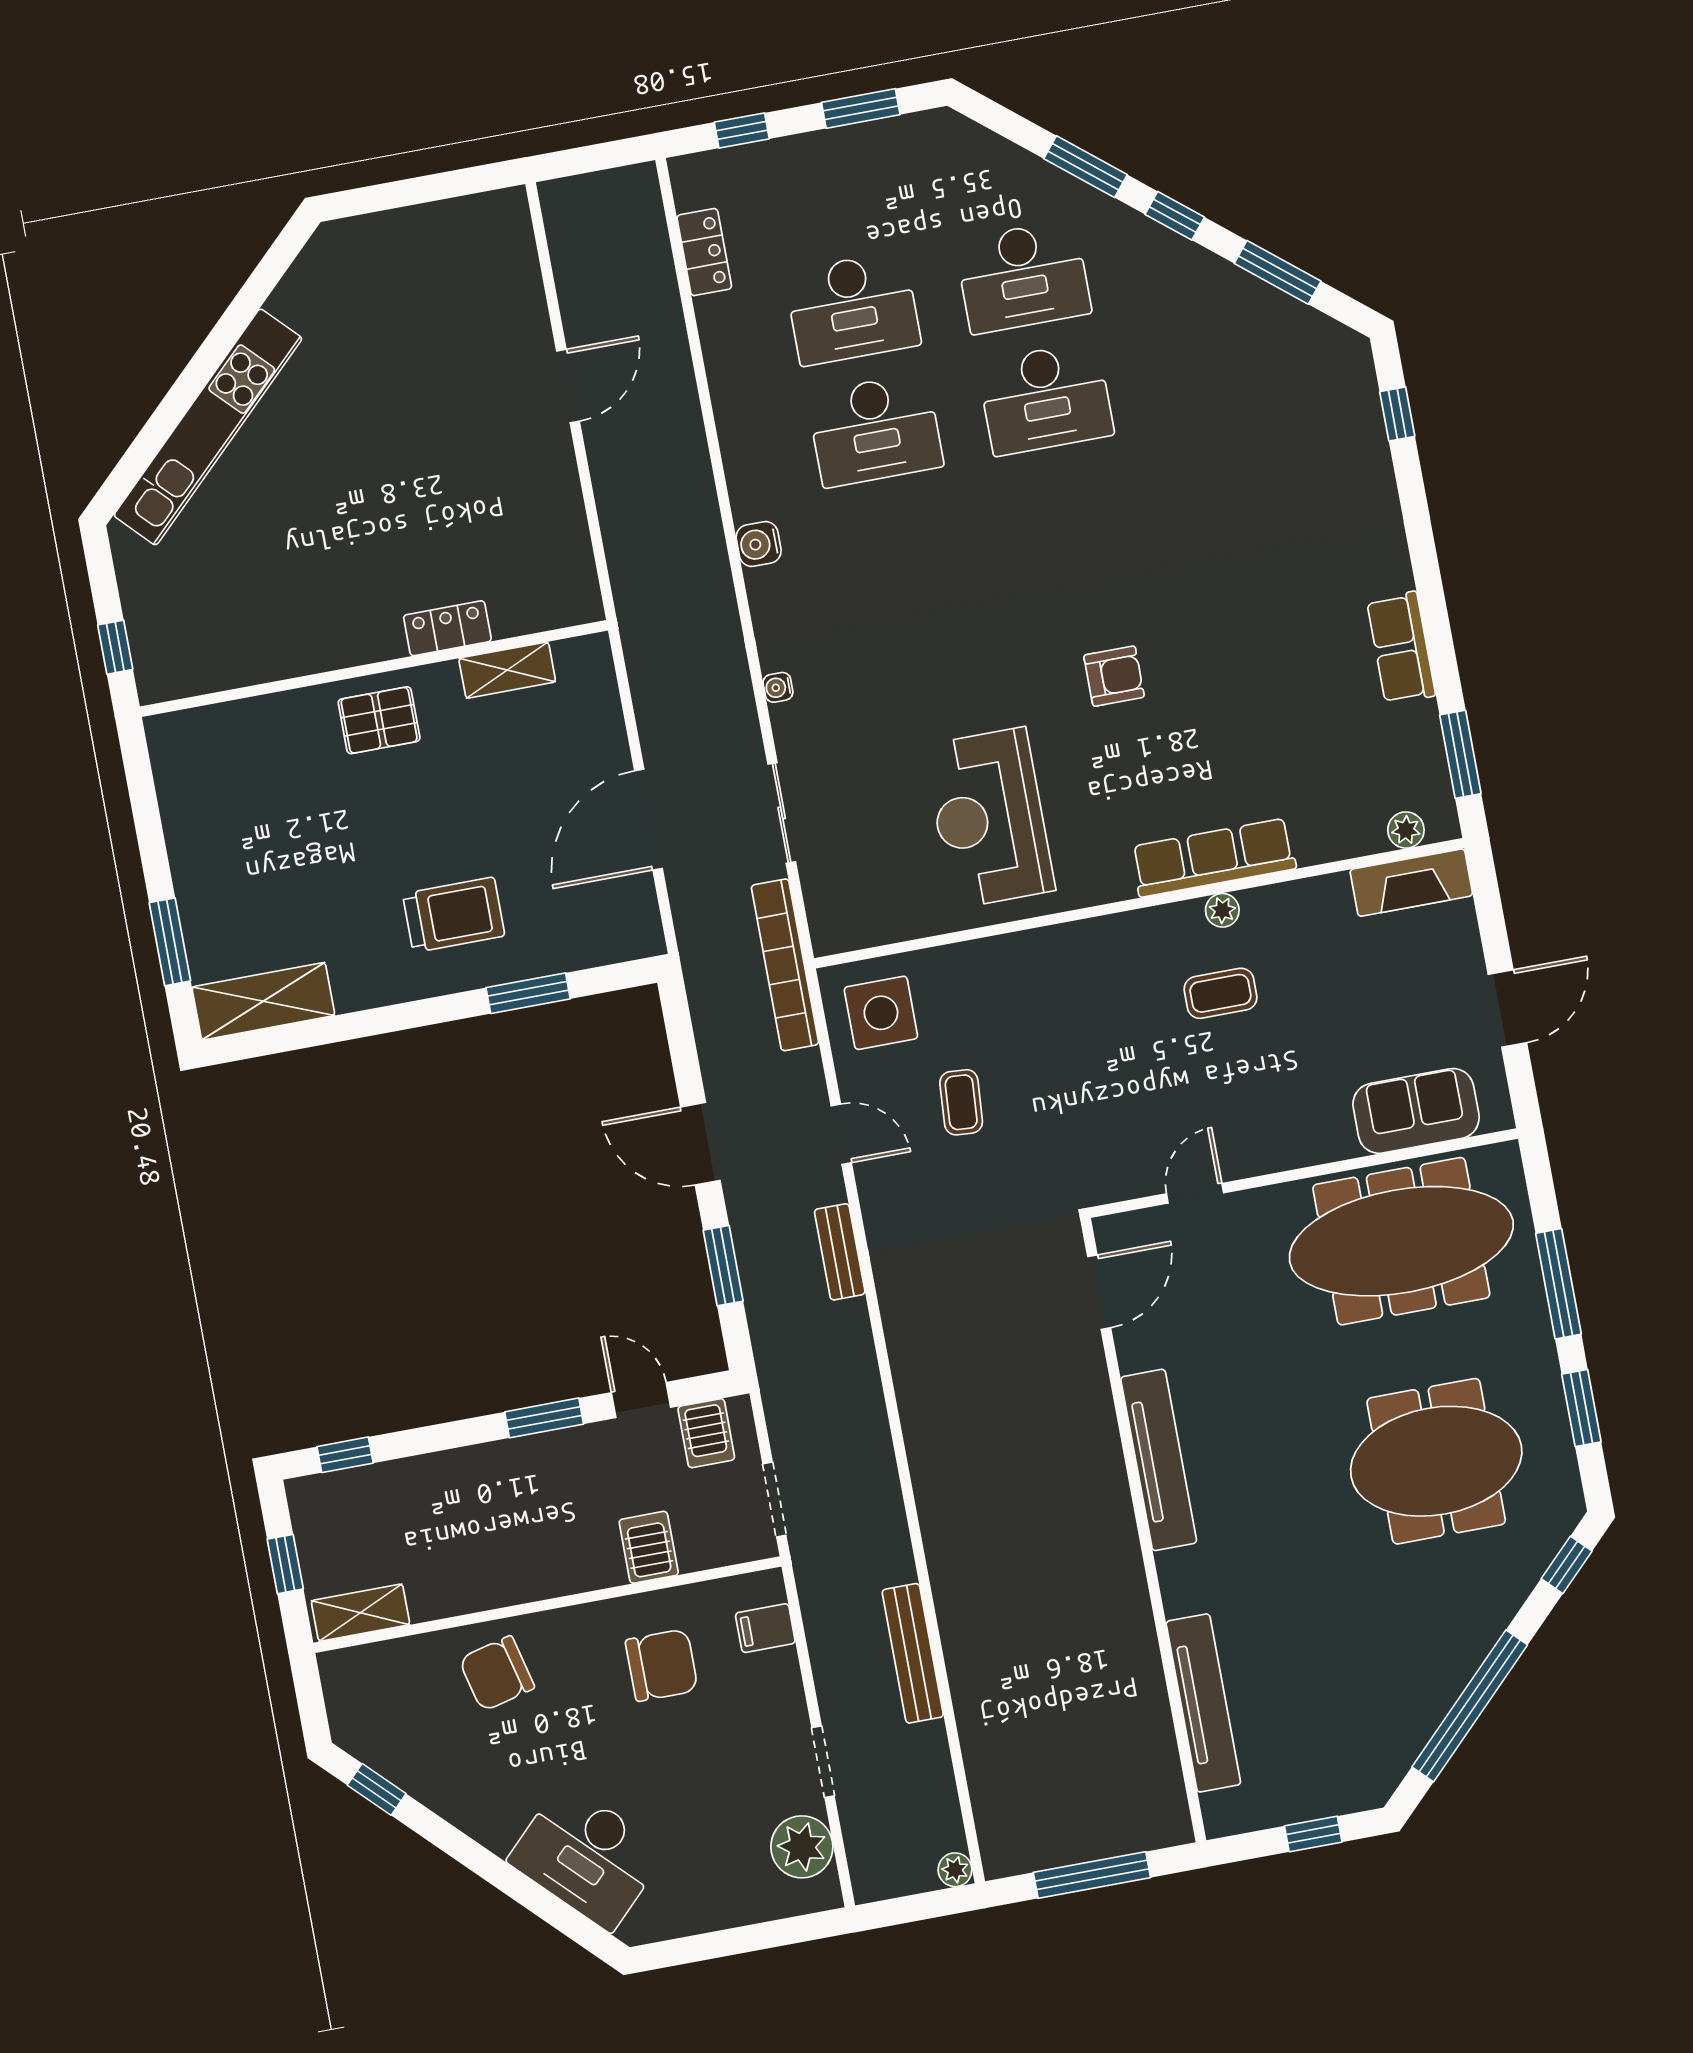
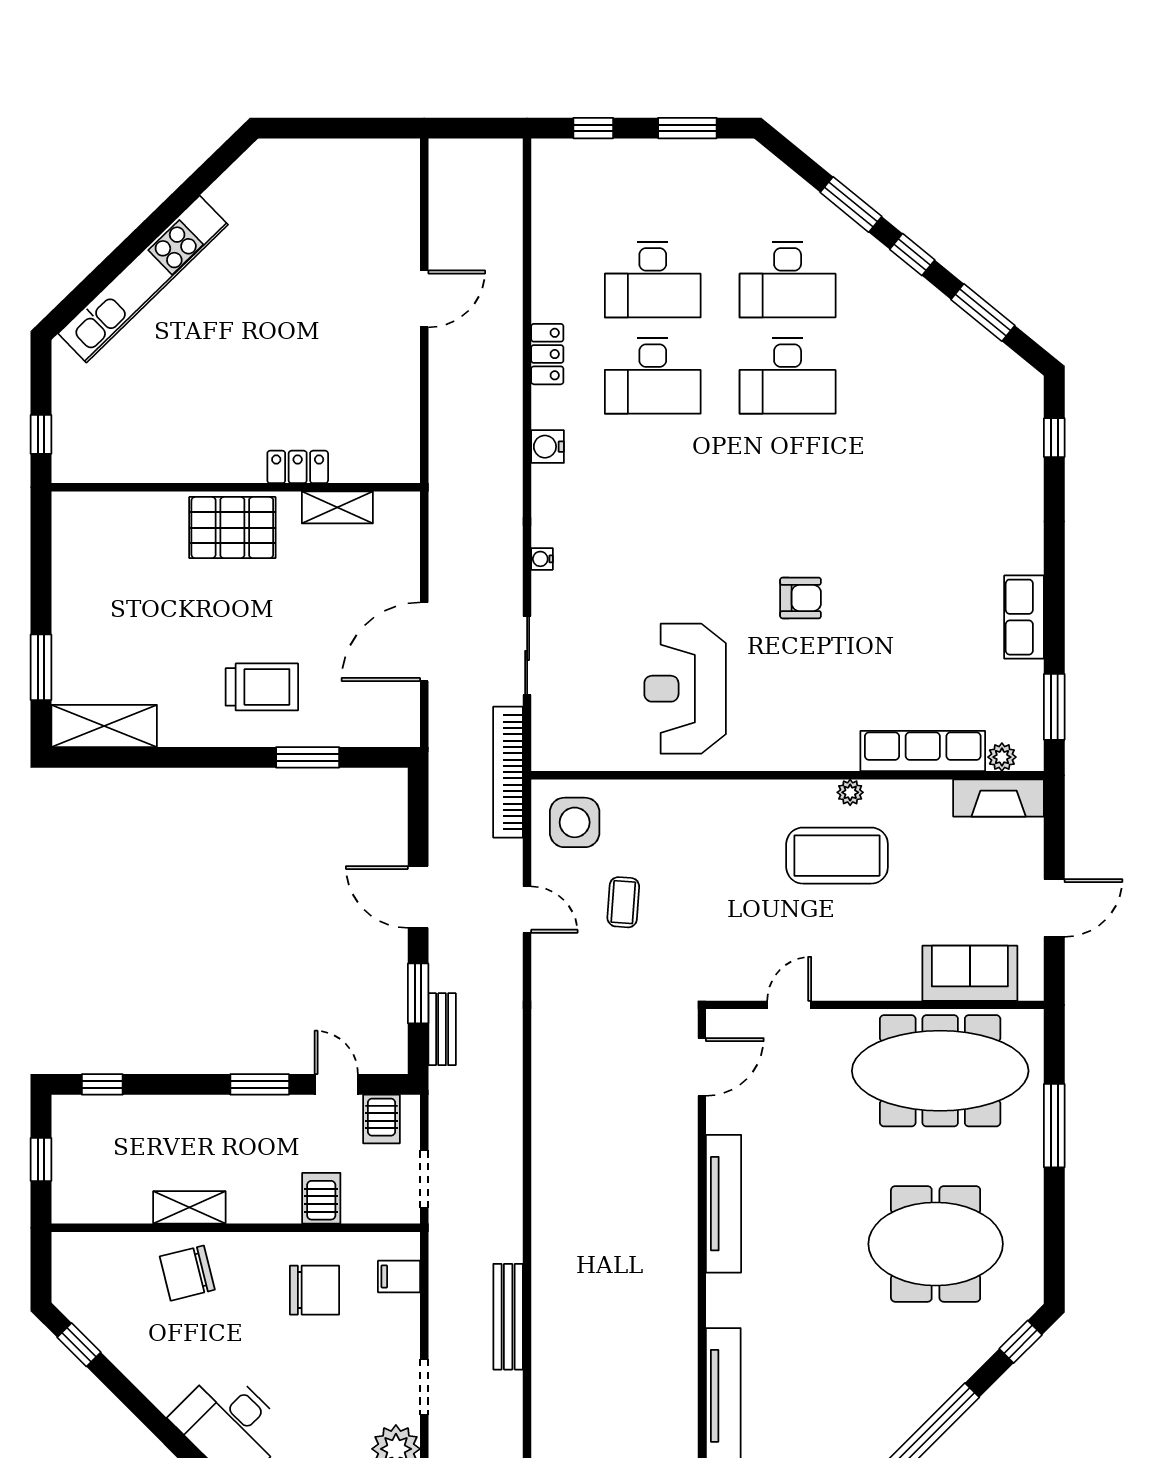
locker: (704, 252) -> (547, 354), moved
pallet: (379, 720) -> (232, 528), width x1.50, depth x1.42
row of seats: (1213, 858) -> (923, 751), moved
coffee table: (1220, 993) -> (837, 856), width x1.86, depth x1.72
bench: (840, 1252) -> (442, 1029), moved
window: (1581, 1408) -> (1054, 1224), removed
shelving: (361, 1613) -> (189, 1207), moved

